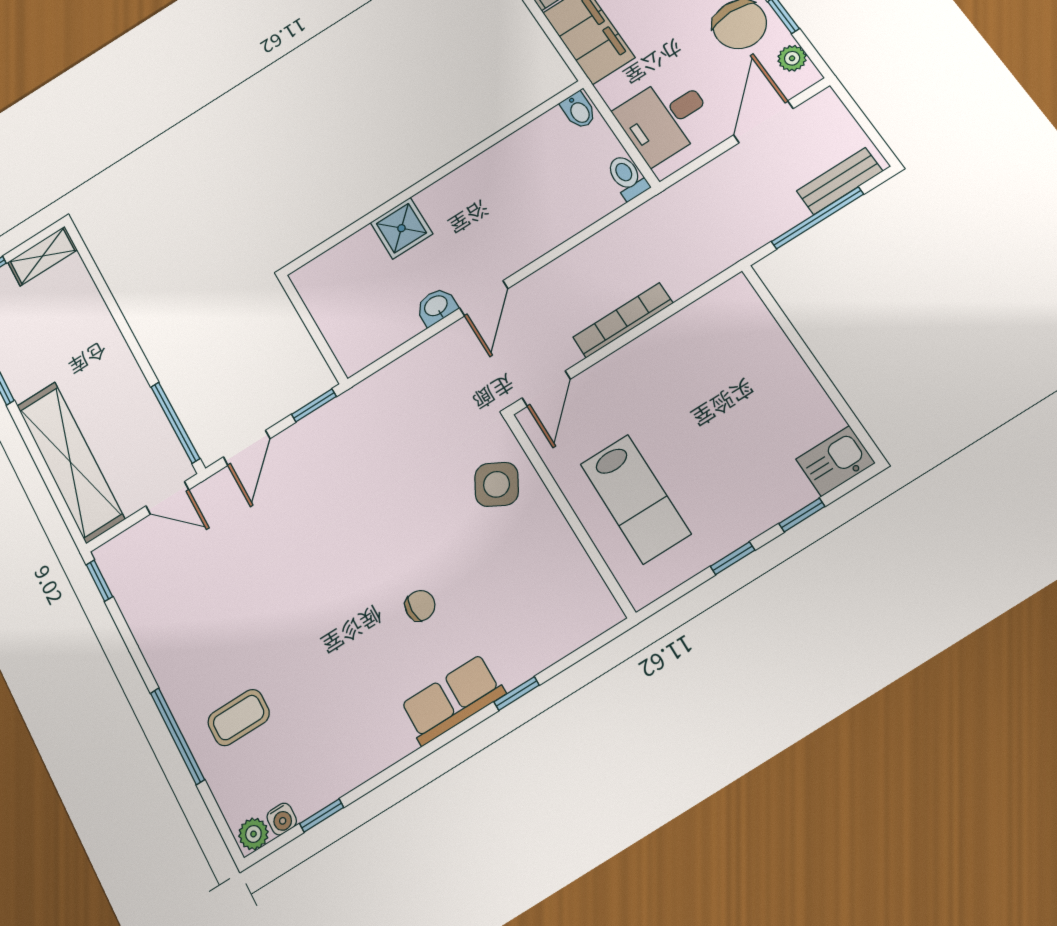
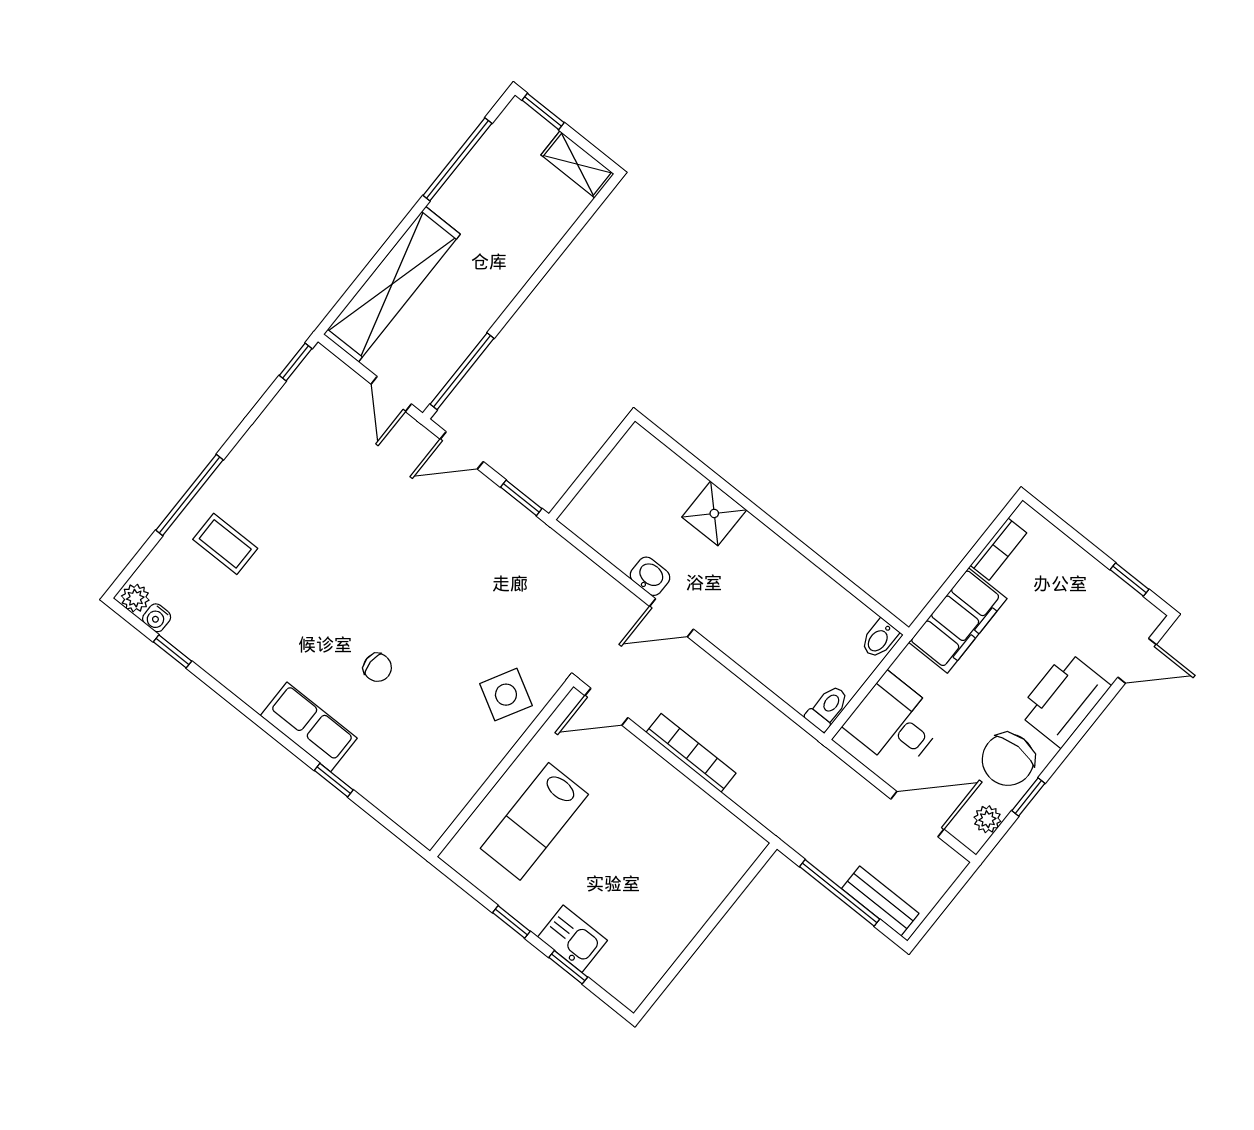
kitchen sink: (835, 461) -> (572, 939), moved

